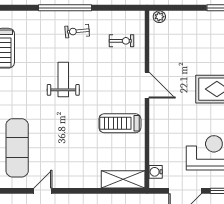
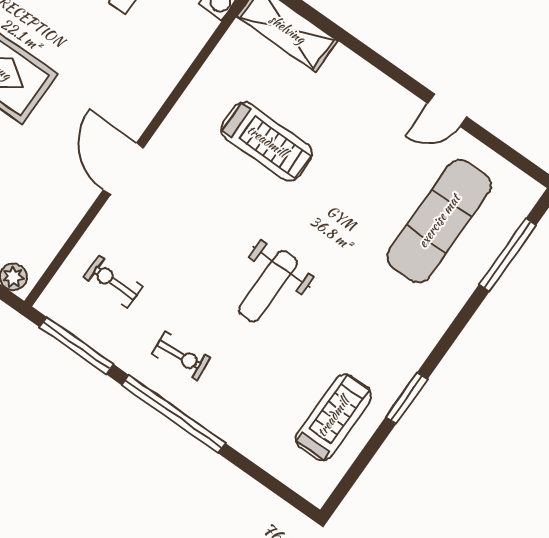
window: (118, 8) -> (76, 346), added
treadmill: (120, 123) -> (267, 141), moved

